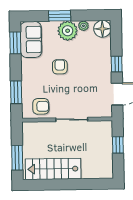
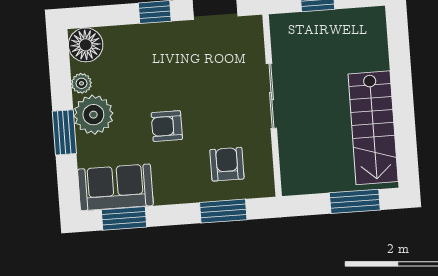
armchair: (41, 106) -> (227, 164), moved

